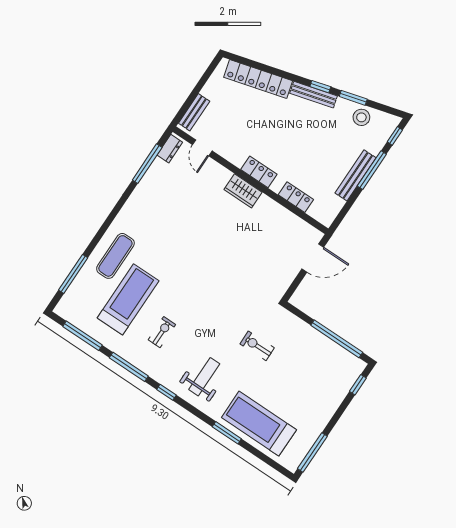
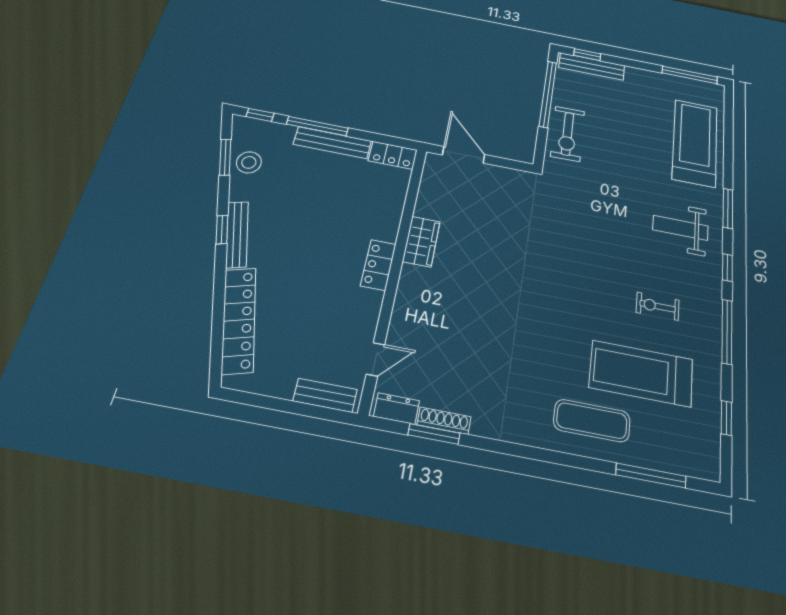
window: (353, 98) -> (225, 157), moved
window: (147, 164) -> (434, 434), width x0.69
shoe rack: (152, 172) -> (444, 421), added
wardrobe: (243, 191) -> (421, 242), moved
locker: (296, 197) -> (393, 155), moved, turned -90
window: (82, 336) -> (726, 418), width x0.46
exercise bike: (257, 346) -> (568, 134), moved, width x1.38, depth x1.39
bench: (347, 383) -> (592, 66), added
treadmill: (259, 424) -> (695, 143), turned 180
window: (227, 433) -> (728, 208), moved

